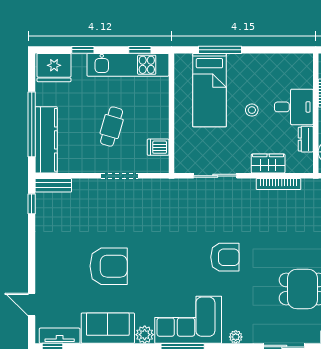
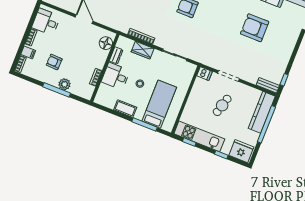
cot: (259, 63) -> (125, 109), added
dishwasher: (158, 147) -> (204, 74), moved

